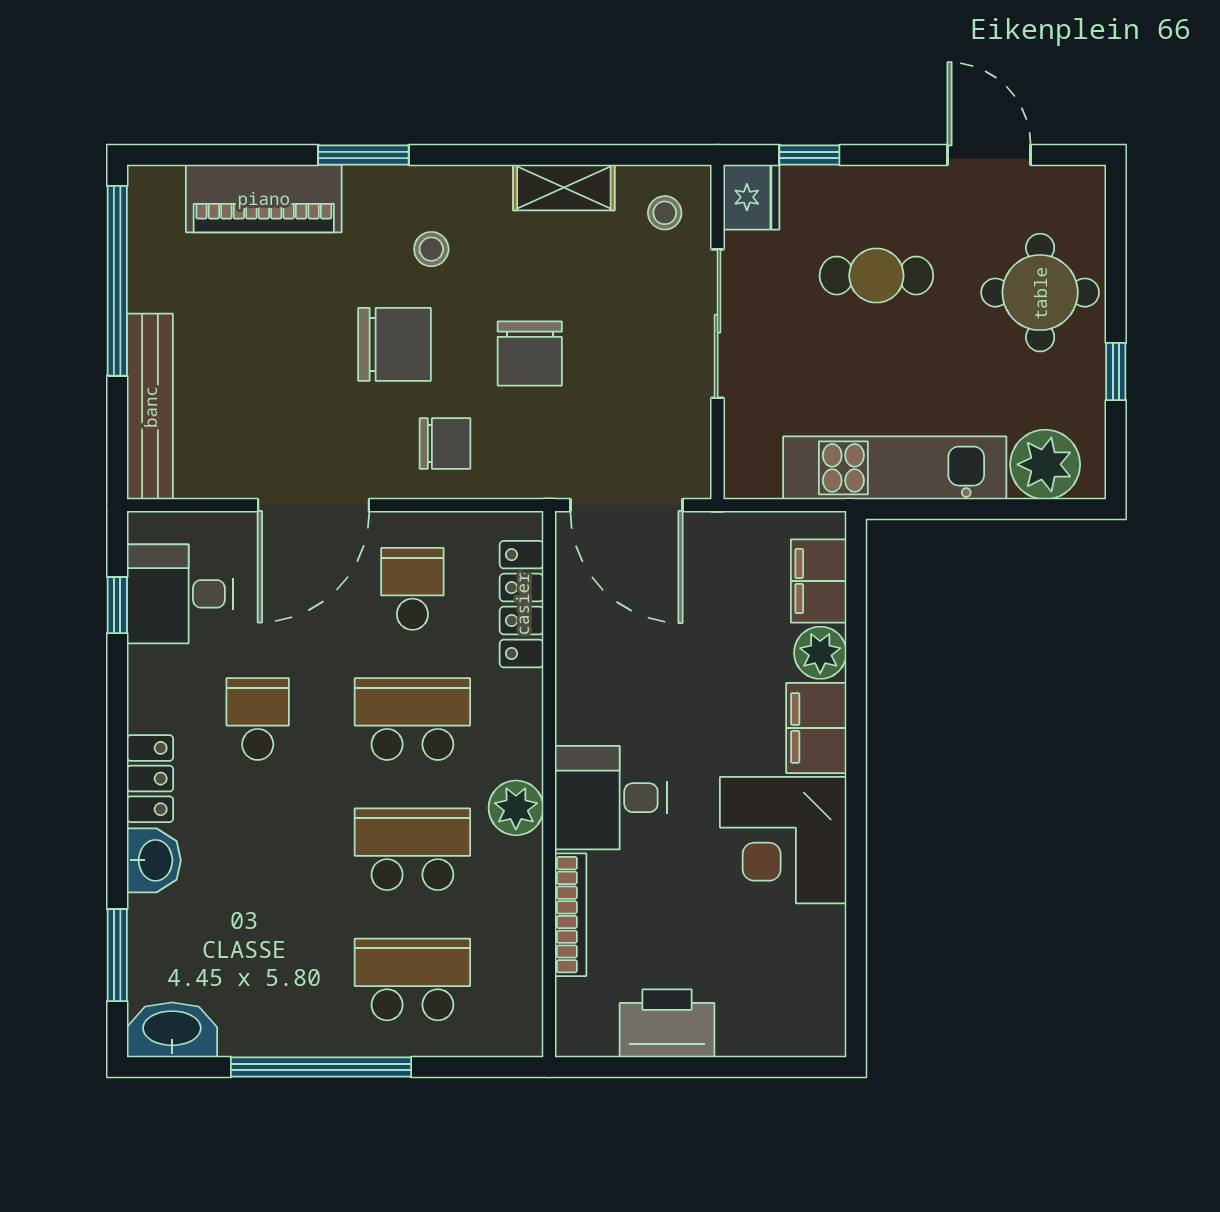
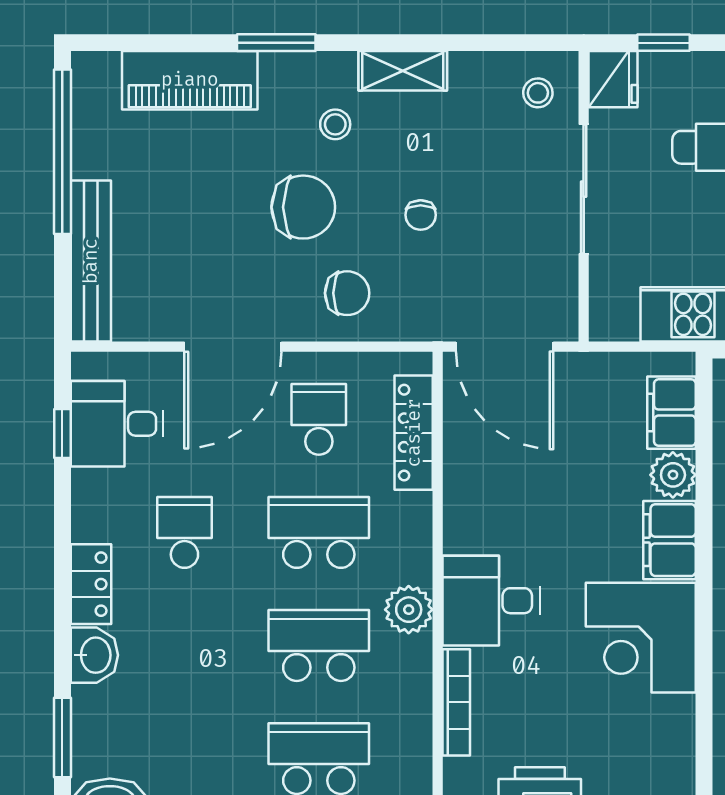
shelving: (564, 187) -> (403, 71), moved
chair: (530, 354) -> (421, 215), width x0.54, depth x0.54

